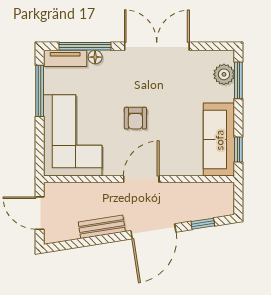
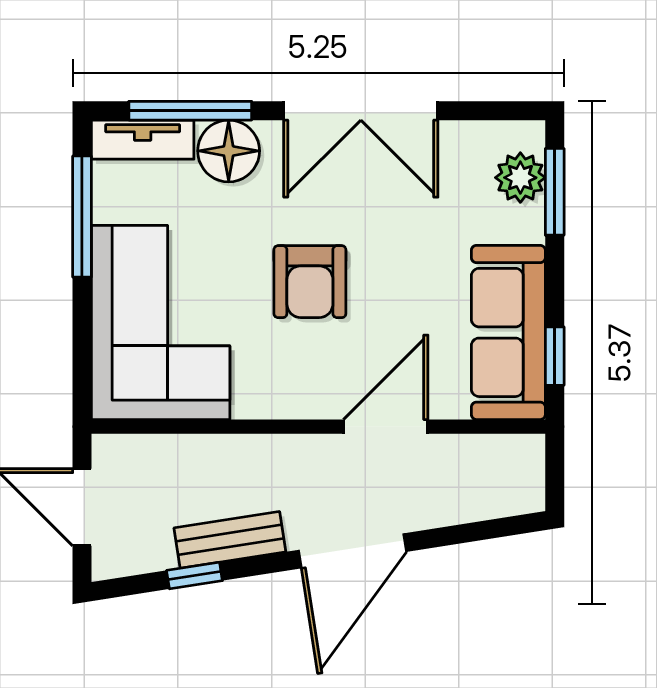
double door: (157, 46) -> (361, 111), swing flipped
floor lamp: (95, 57) -> (229, 151), width x1.89, depth x1.89
armchair: (135, 118) -> (310, 282), width x1.38, depth x1.38
door: (141, 179) -> (386, 427), moved
window: (203, 224) -> (194, 576), moved

